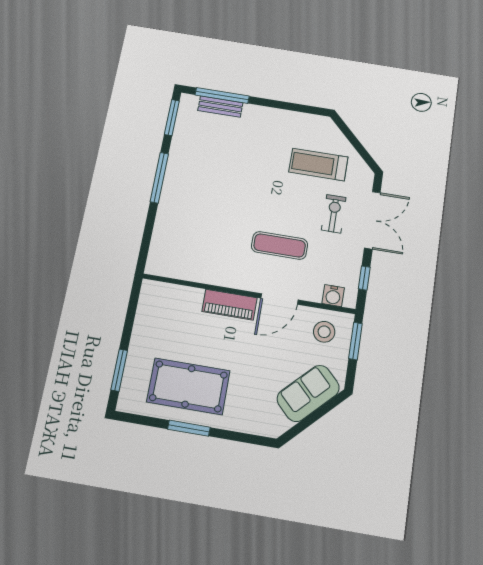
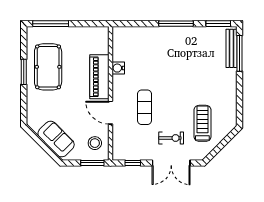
bench: (220, 107) -> (231, 48), width x1.36
water cooler: (333, 296) -> (118, 68), moved
piano: (229, 305) -> (99, 77), width x1.37, depth x1.33
window: (119, 370) -> (51, 24), width x1.44

